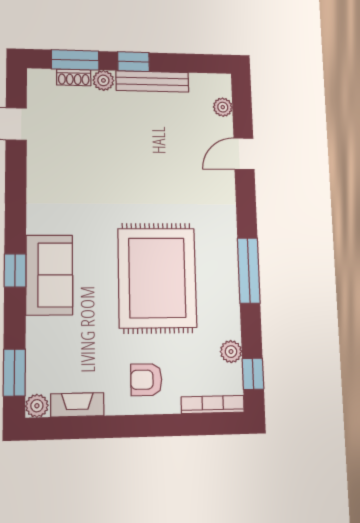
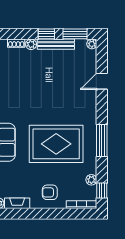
window: (75, 60) -> (75, 34), moved
plant: (223, 107) -> (92, 44), moved
rug: (157, 278) -> (56, 144), turned 90

